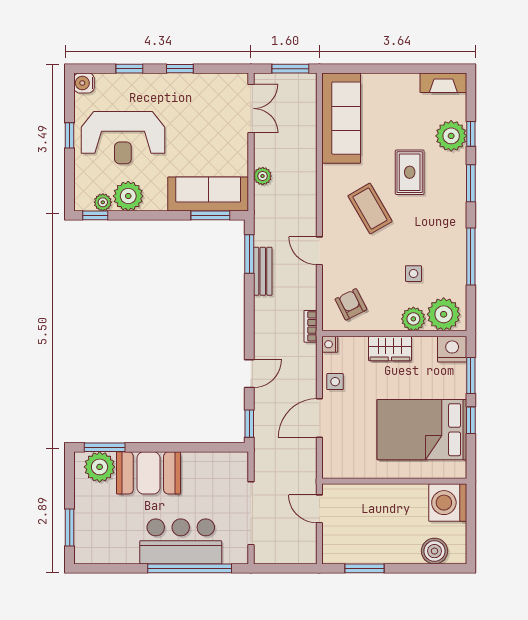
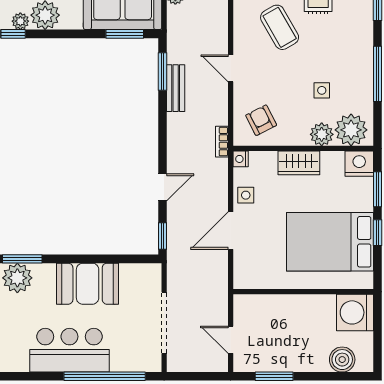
booth: (148, 473) -> (88, 284), moved
door: (319, 509) -> (231, 340), moved
bar counter: (181, 541) -> (69, 350), moved

